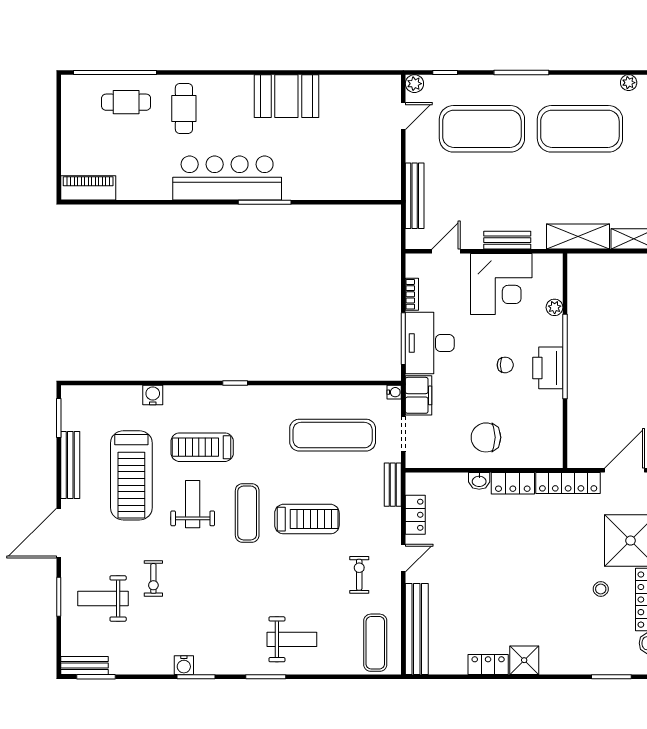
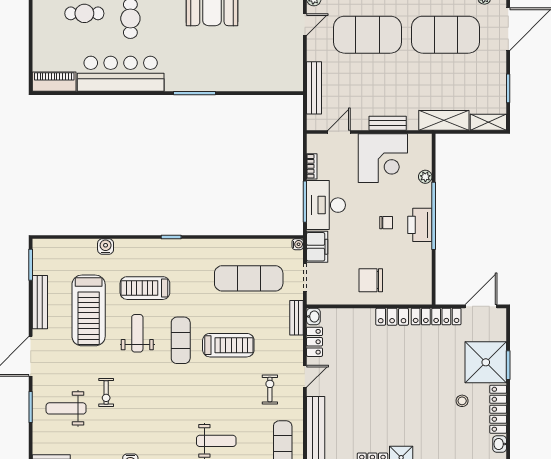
bar counter: (227, 178) -> (121, 74), moved
washbasin: (479, 481) -> (313, 316), moved, turned -90

